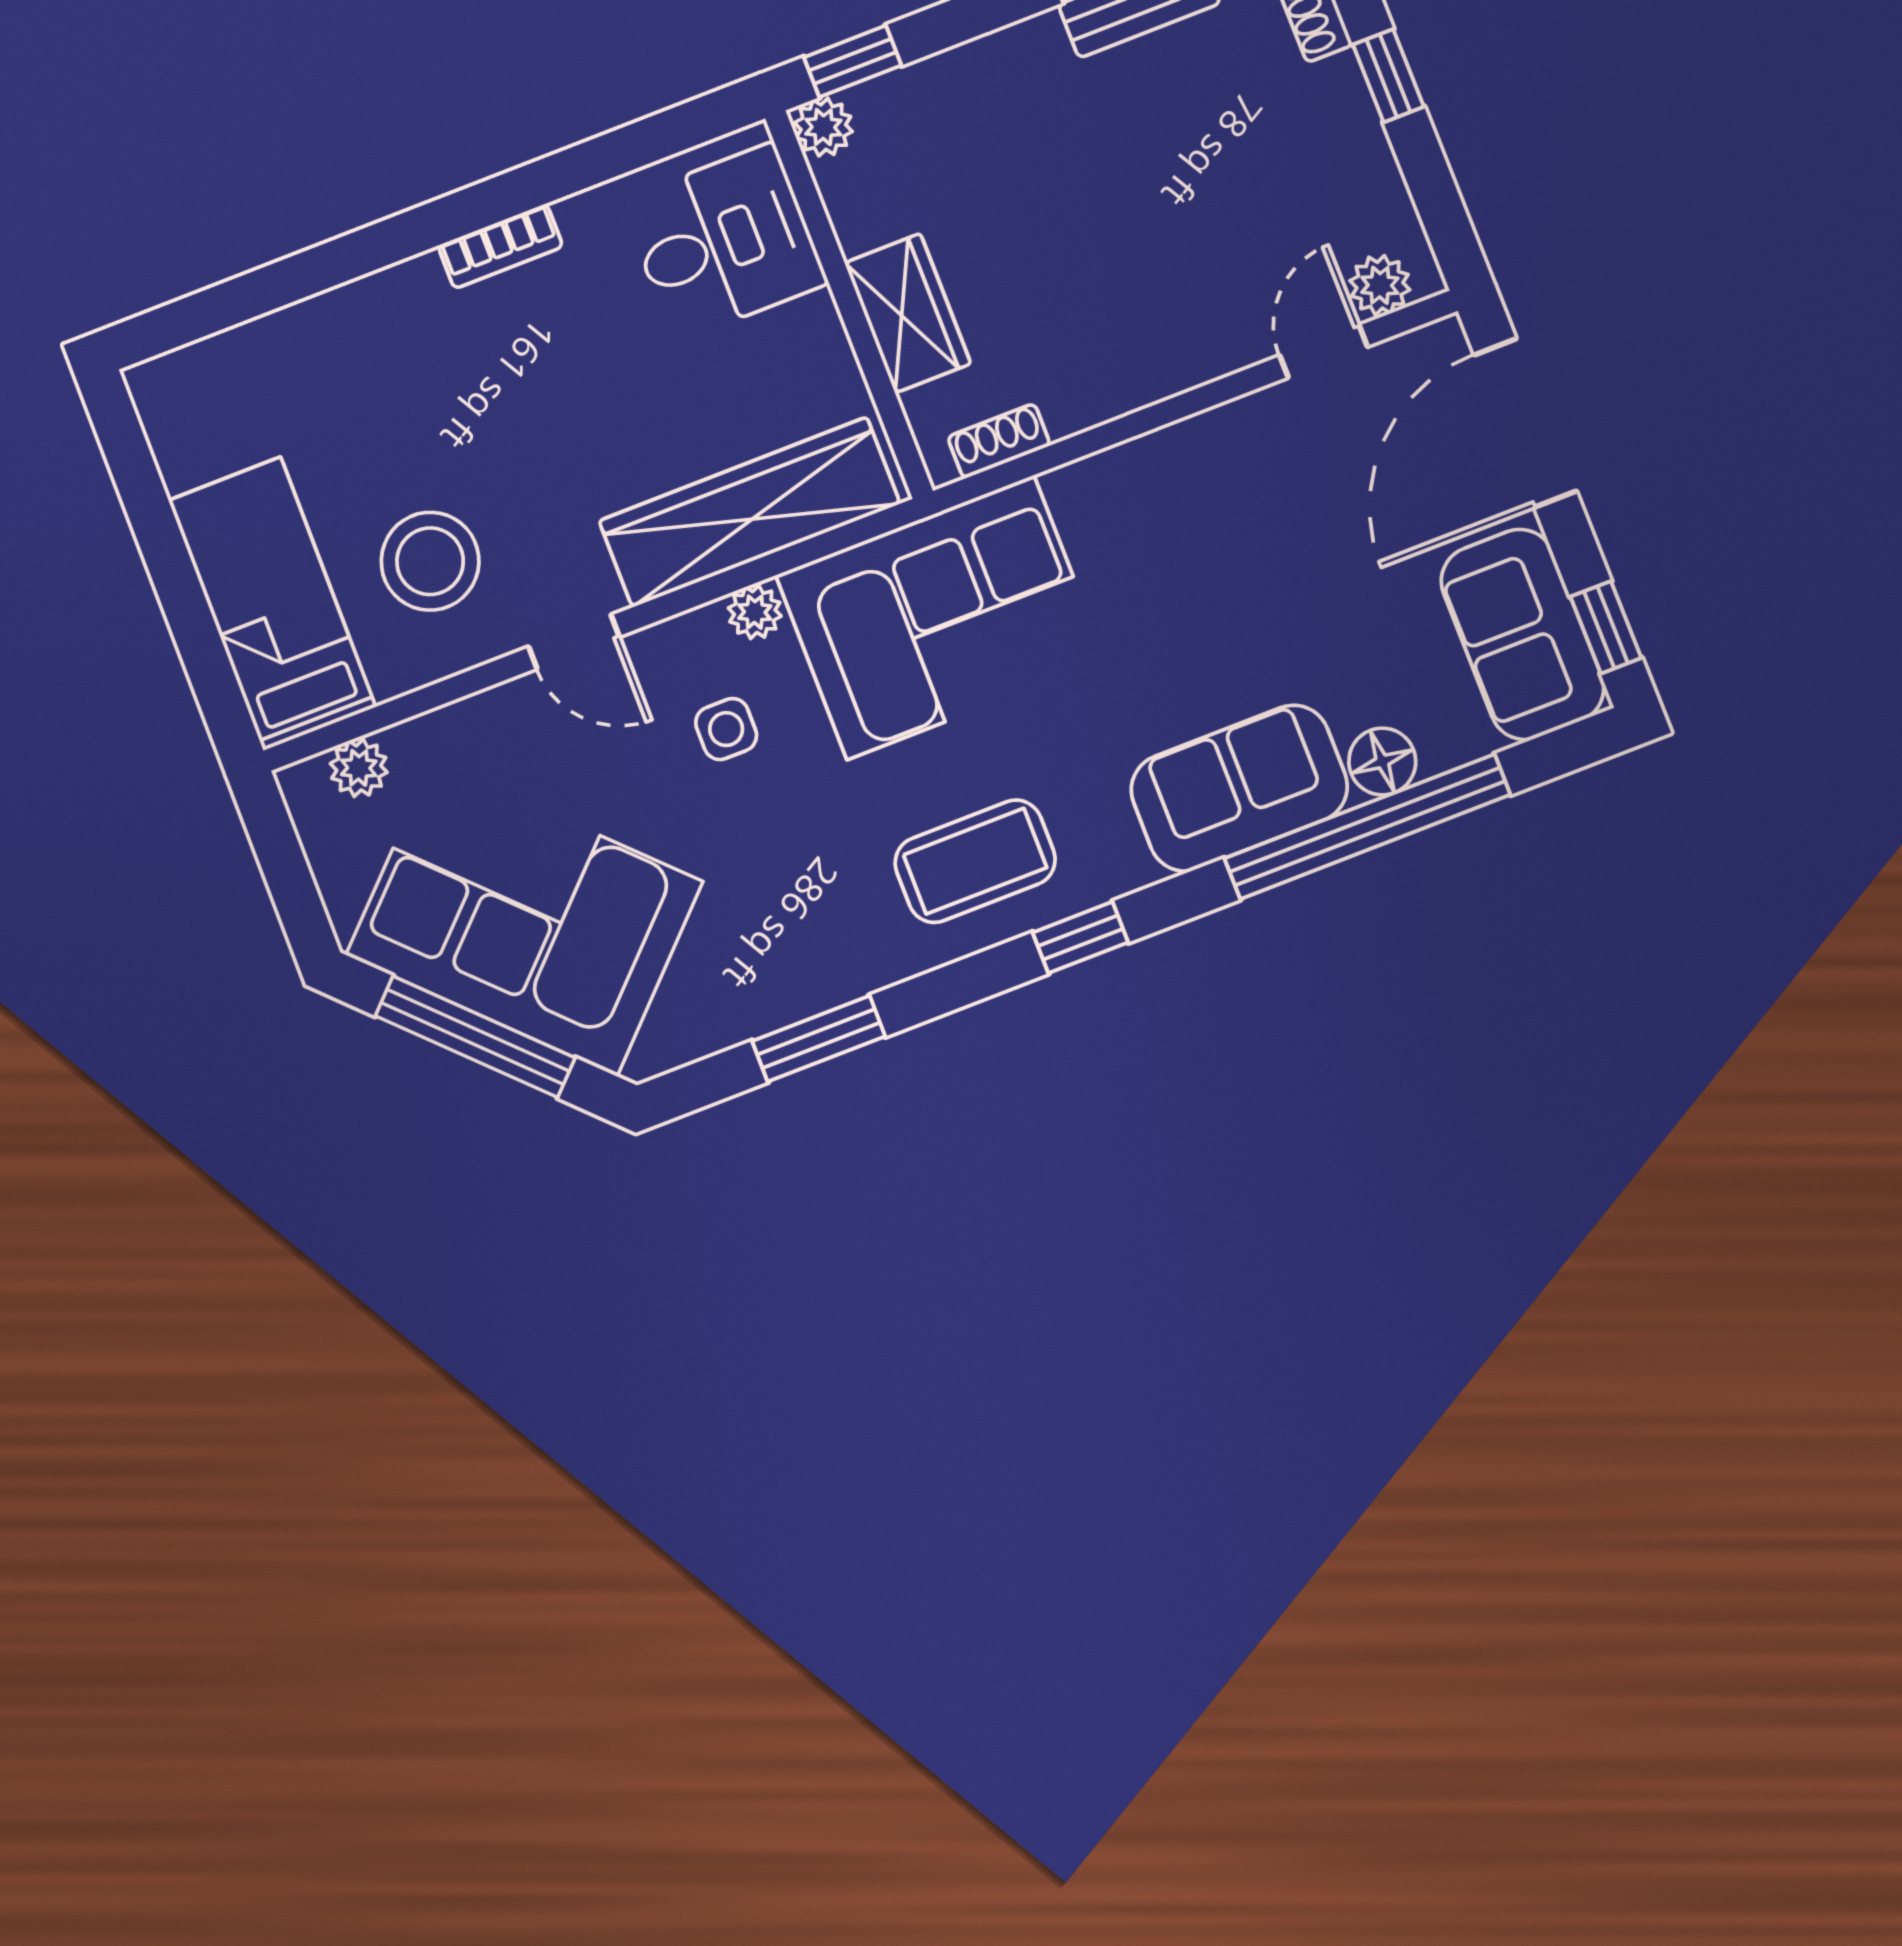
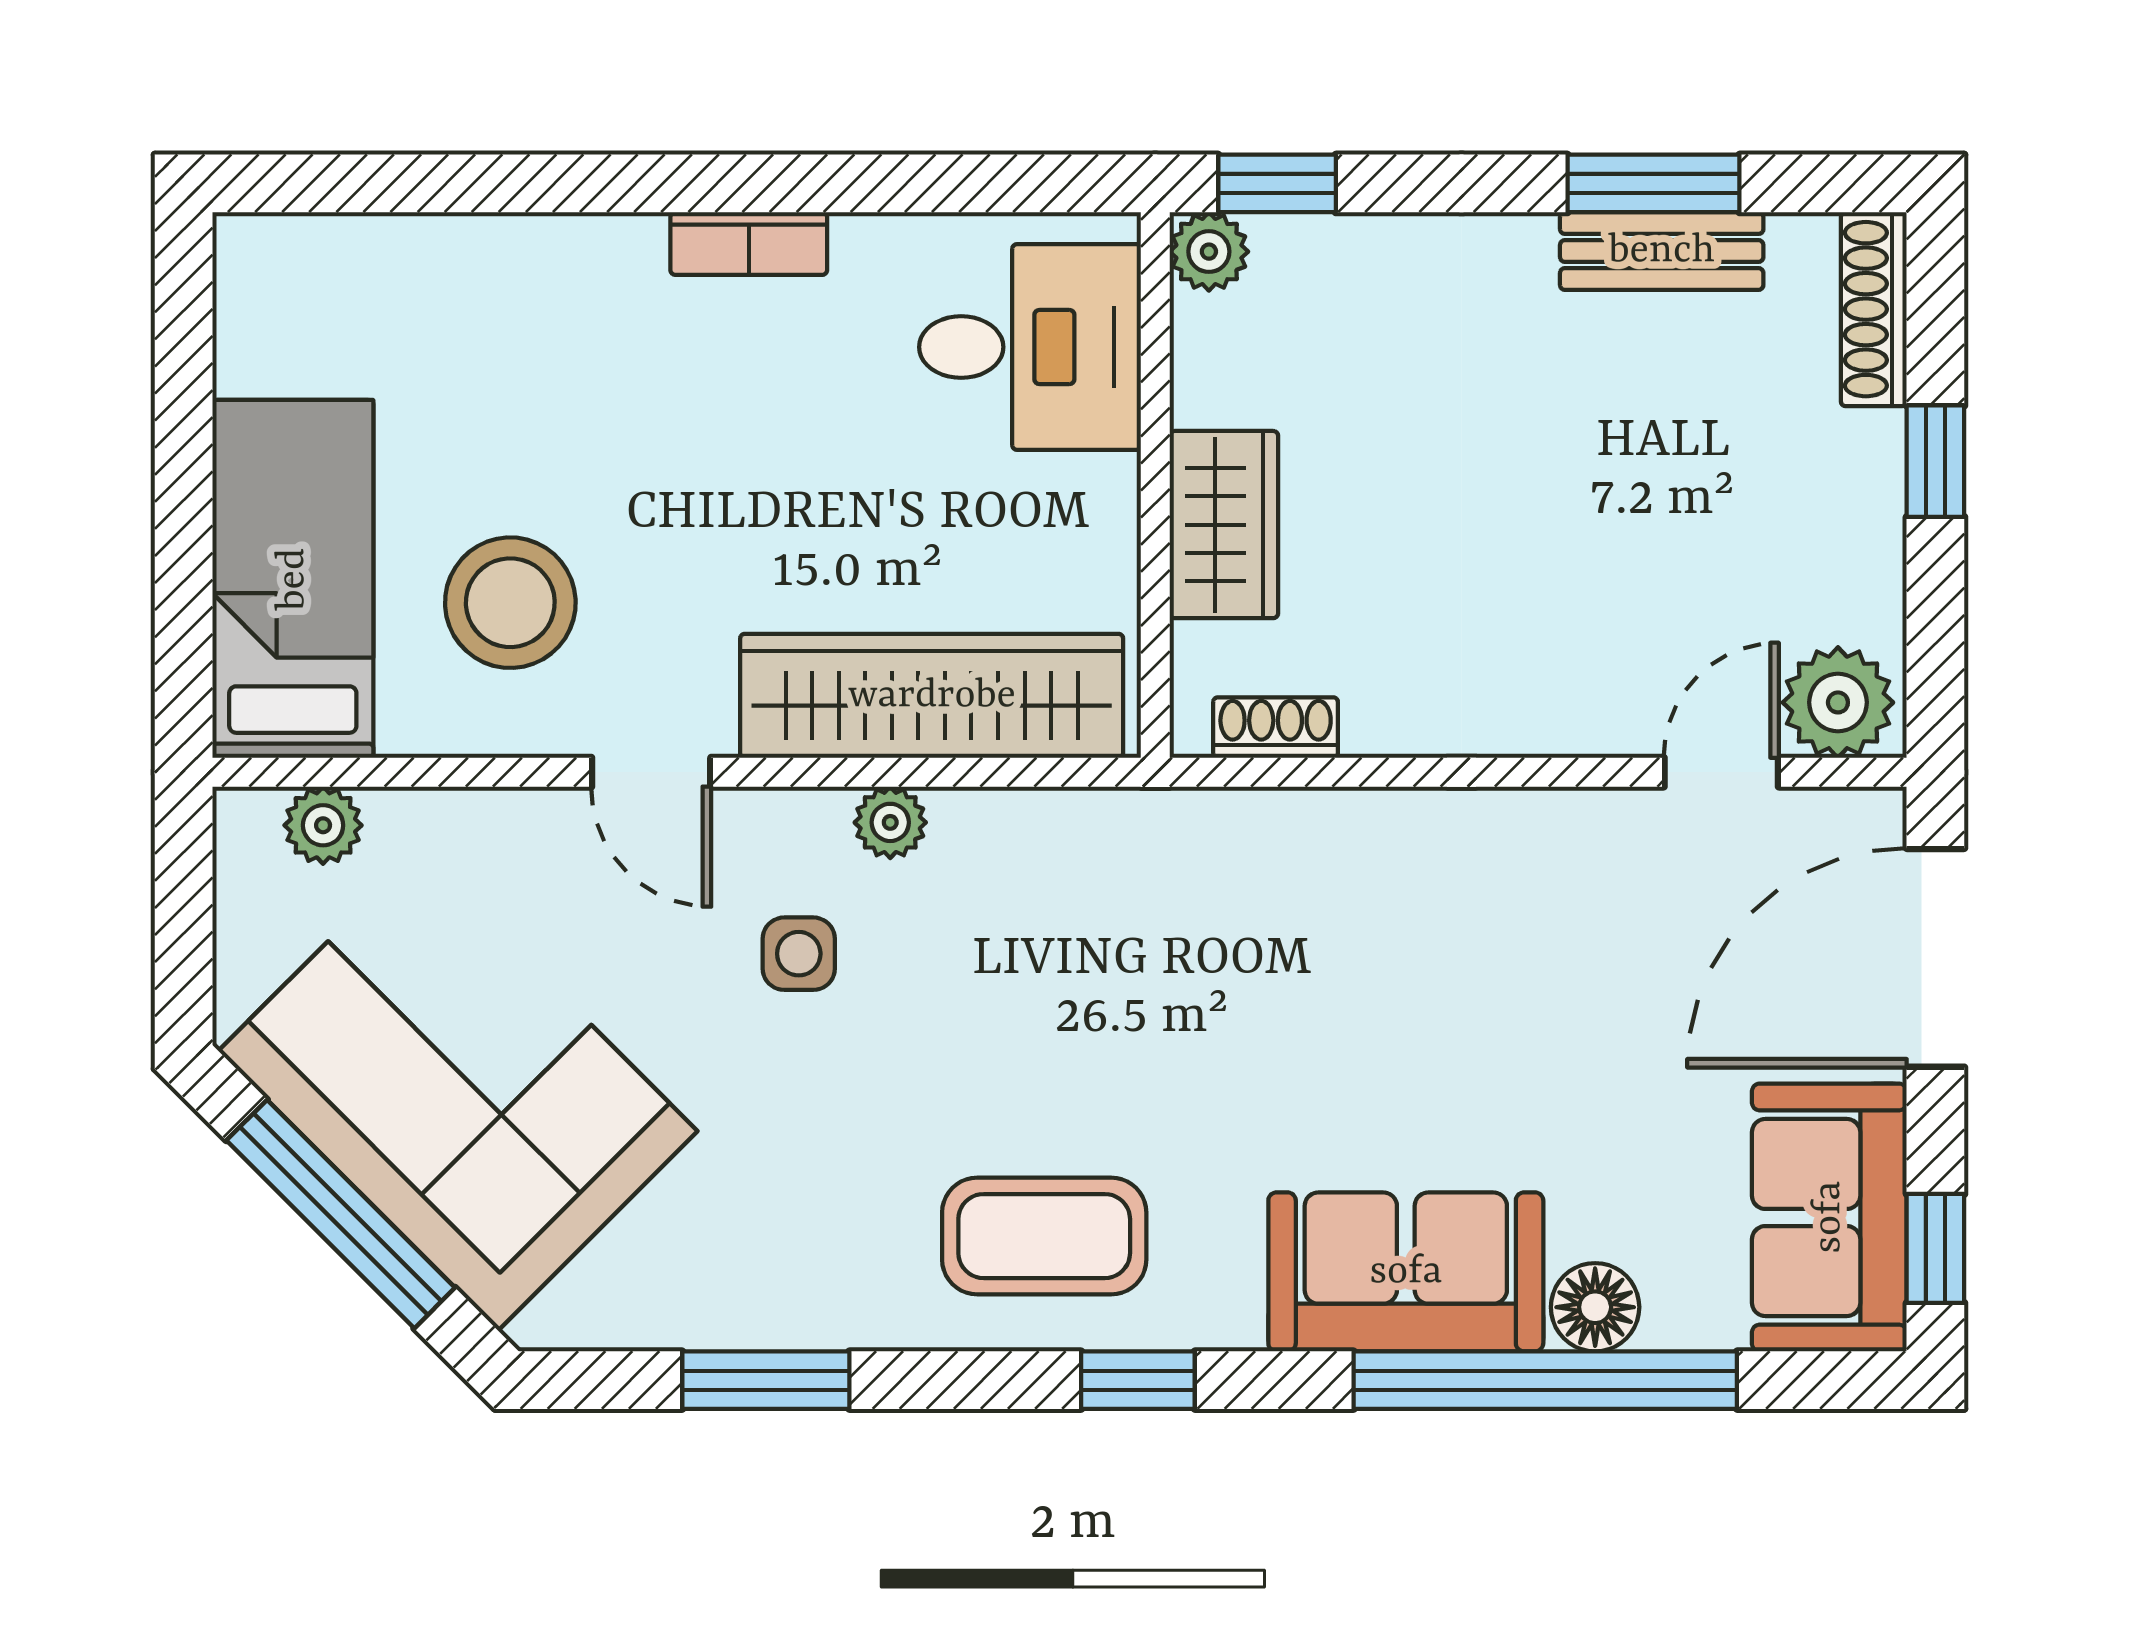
plant: (1380, 285) -> (1838, 702), width x1.38, depth x1.38
corner sofa: (940, 617) -> (1118, 918), removed

